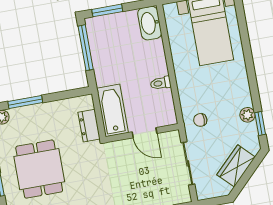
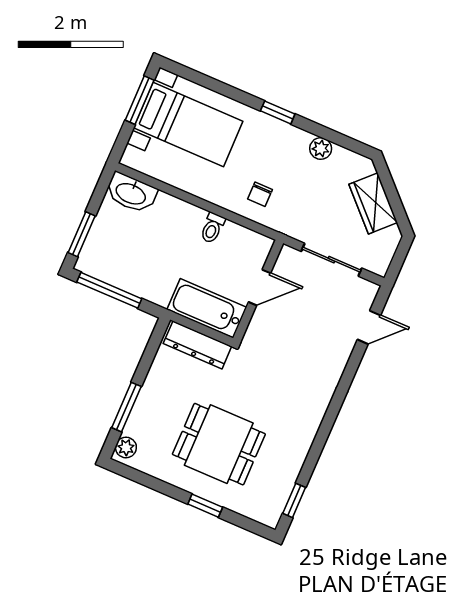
chair: (200, 120) -> (260, 194), moved
window: (260, 123) -> (278, 112), moved
dresser: (89, 126) -> (197, 345), width x1.44

